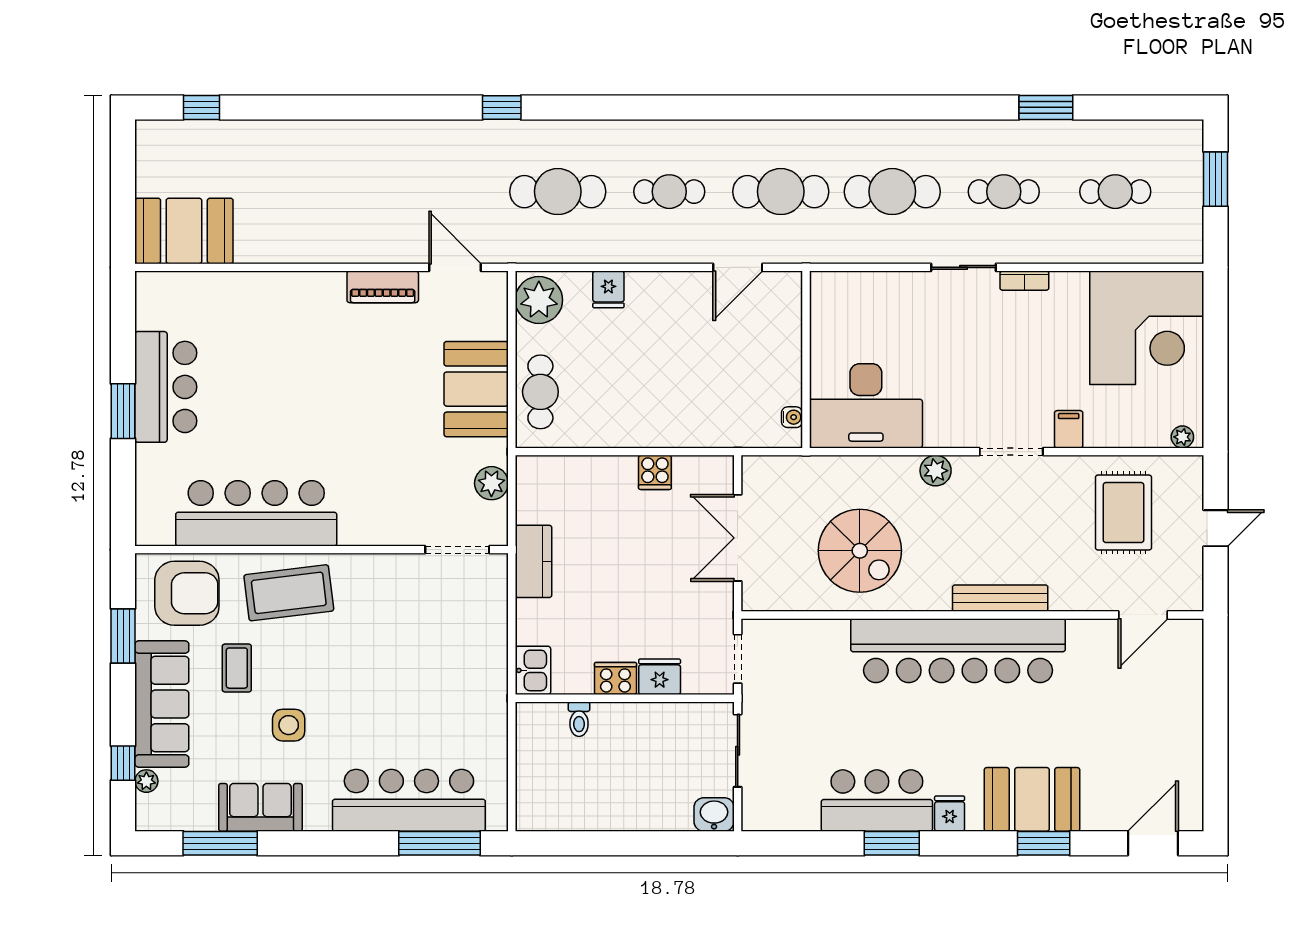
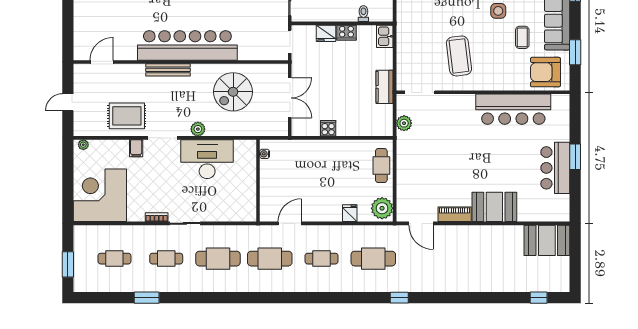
booth: (476, 389) -> (494, 207), moved, turned 90
desk: (866, 406) -> (207, 159), moved
rug: (1124, 513) -> (127, 116), moved, turned 90
spiral stairs: (860, 551) -> (233, 92), turned -90
coffee table: (289, 593) -> (459, 56), moved, turned 90

